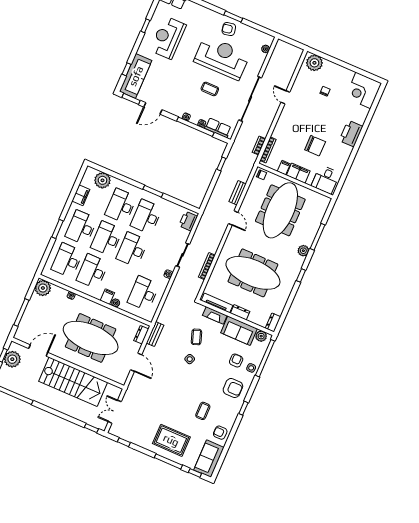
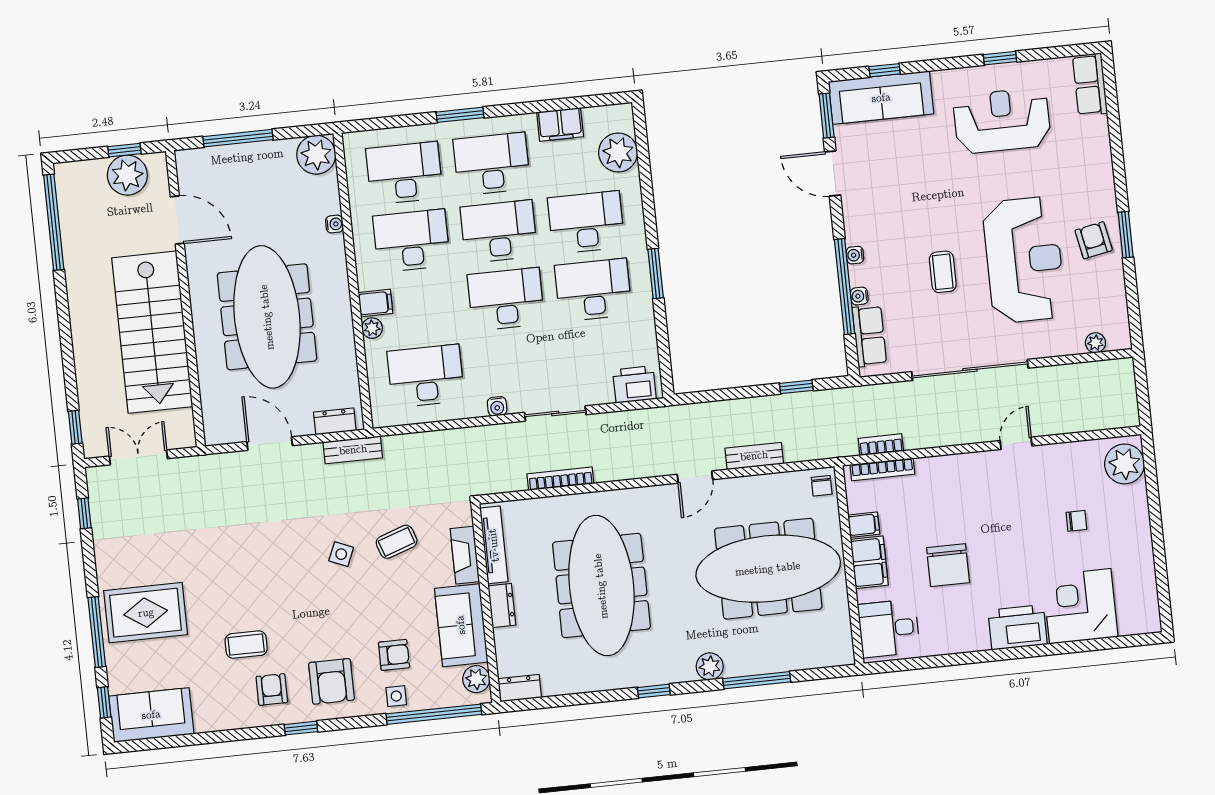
corner desk: (363, 90) -> (1080, 606), moved
door: (136, 362) -> (270, 444), swing flipped
armchair: (220, 433) -> (272, 690), moved
rug: (171, 440) -> (146, 613), turned 90

